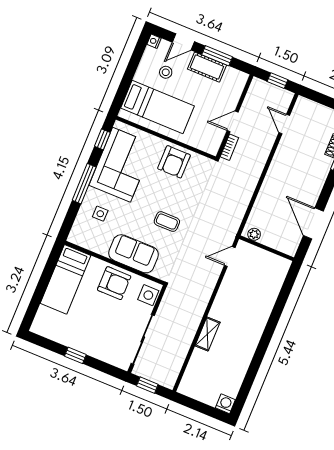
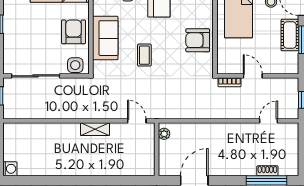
armchair: (114, 283) -> (73, 32), turned 180
shelving: (207, 334) -> (95, 129), moved

